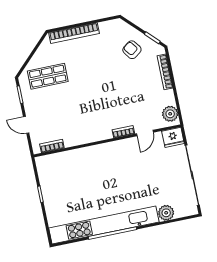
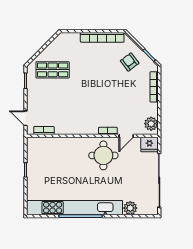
bookcase: (74, 33) -> (102, 37), moved
door: (26, 125) -> (25, 118), moved
round table: (124, 160) -> (103, 155), added

